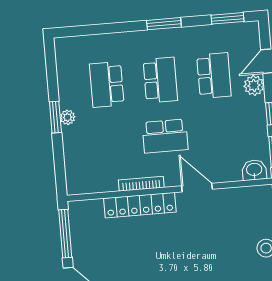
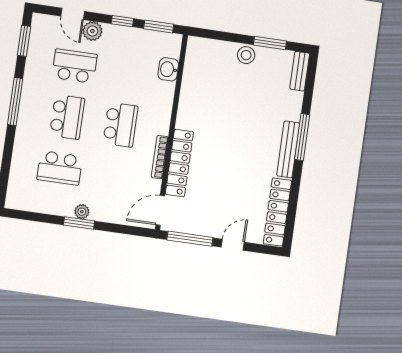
window: (164, 24) -> (15, 101), width x1.44
school desk: (160, 80) -> (67, 117), turned 90
washbasin: (254, 170) -> (168, 69), moved
door: (197, 188) -> (160, 210), moved

